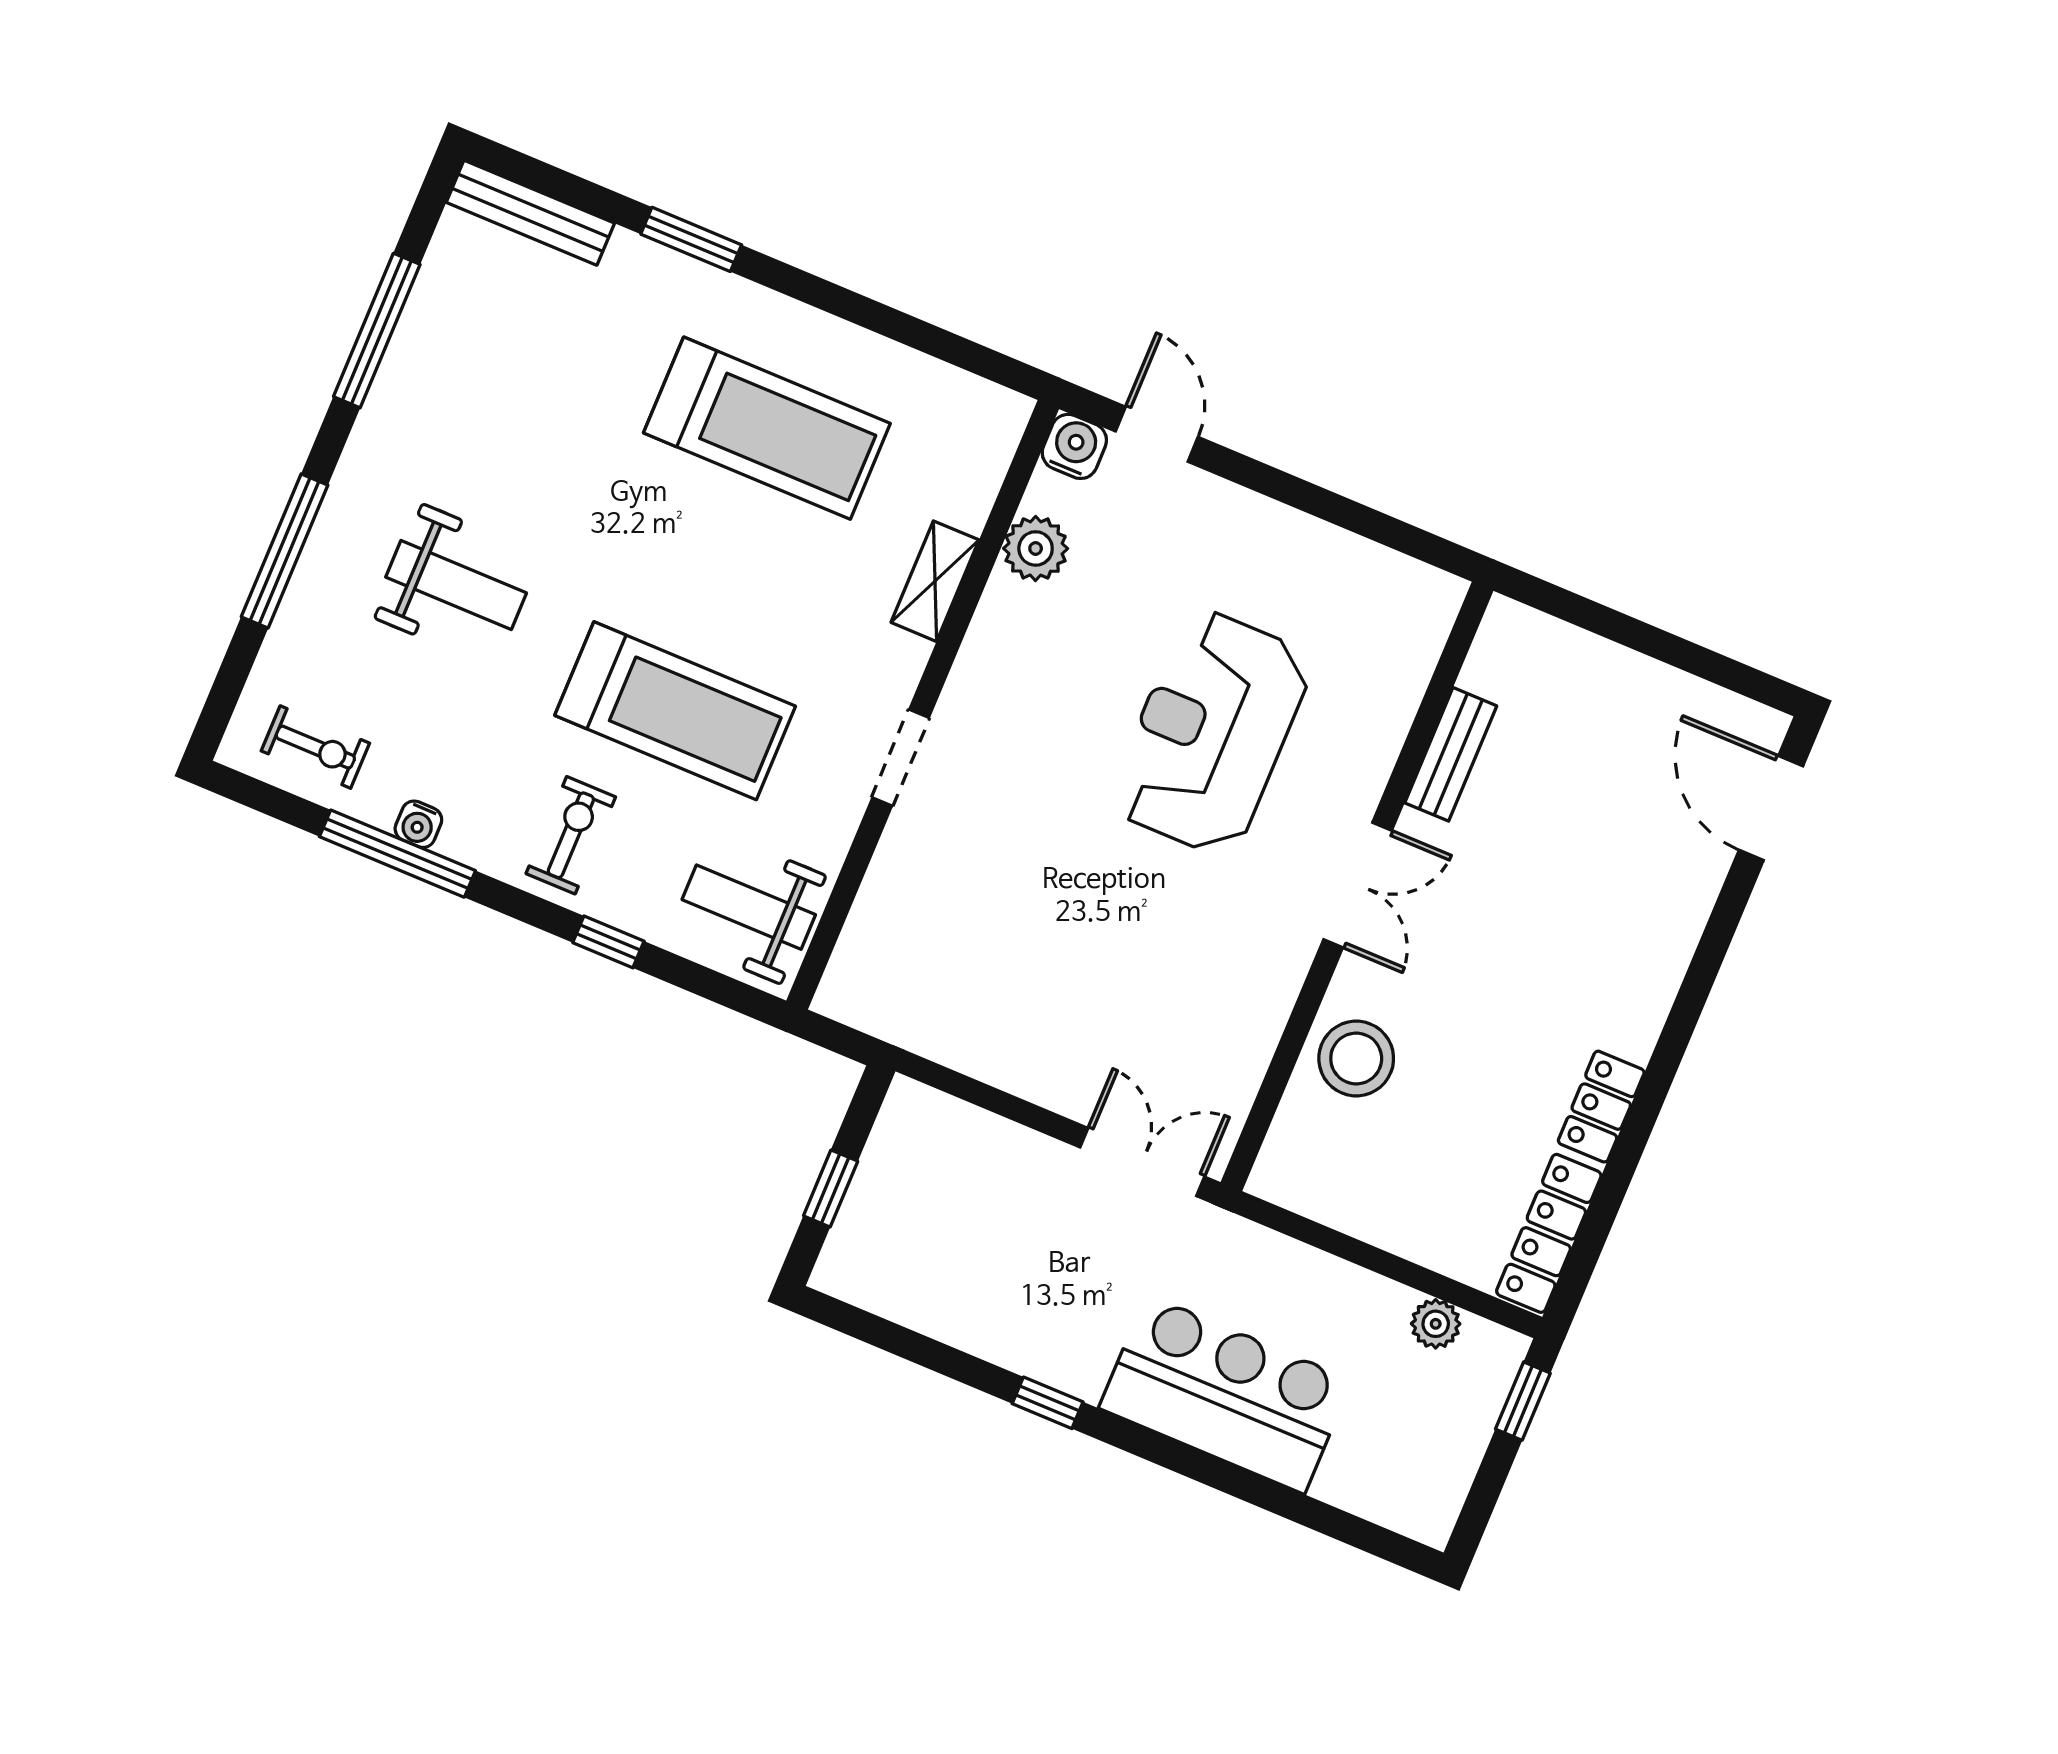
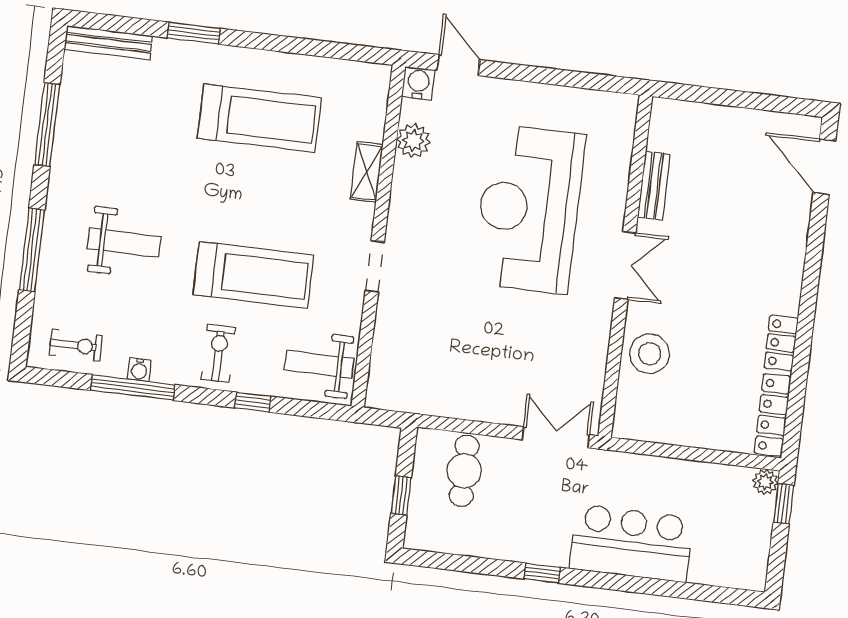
reception desk: (1211, 732) -> (529, 209), width x1.36, depth x1.30
cafe table: (958, 1176) -> (464, 471), added
plant: (1436, 1324) -> (766, 482), moved

